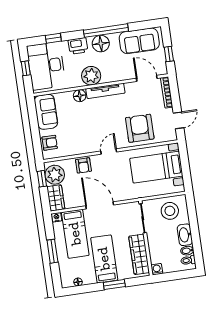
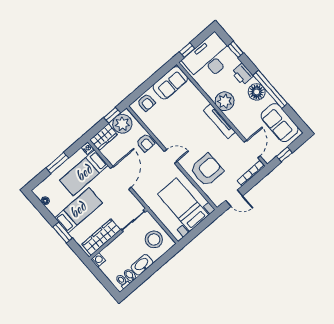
window: (26, 68) -> (187, 50), moved
floor lamp: (80, 96) -> (202, 102), removed
armchair: (83, 165) -> (146, 143), turned -90

